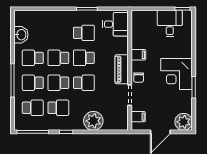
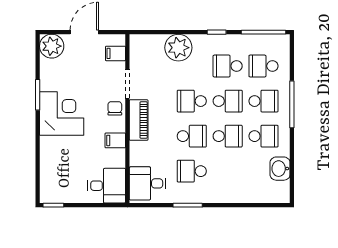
desk: (170, 24) -> (107, 186), moved, turned -90

